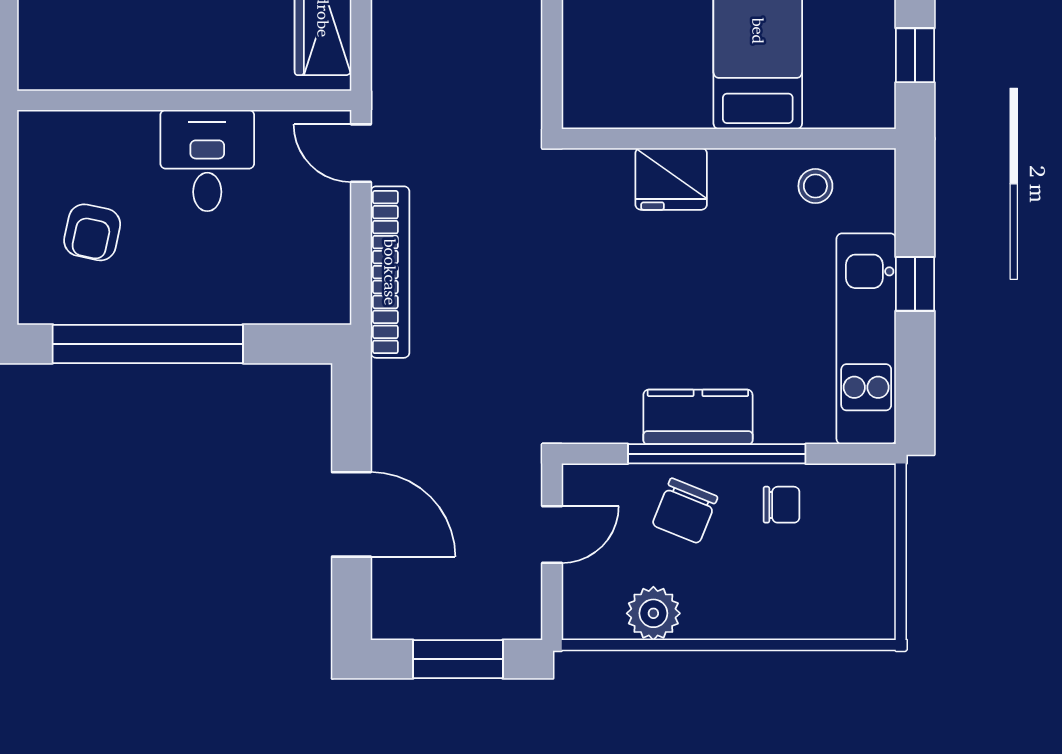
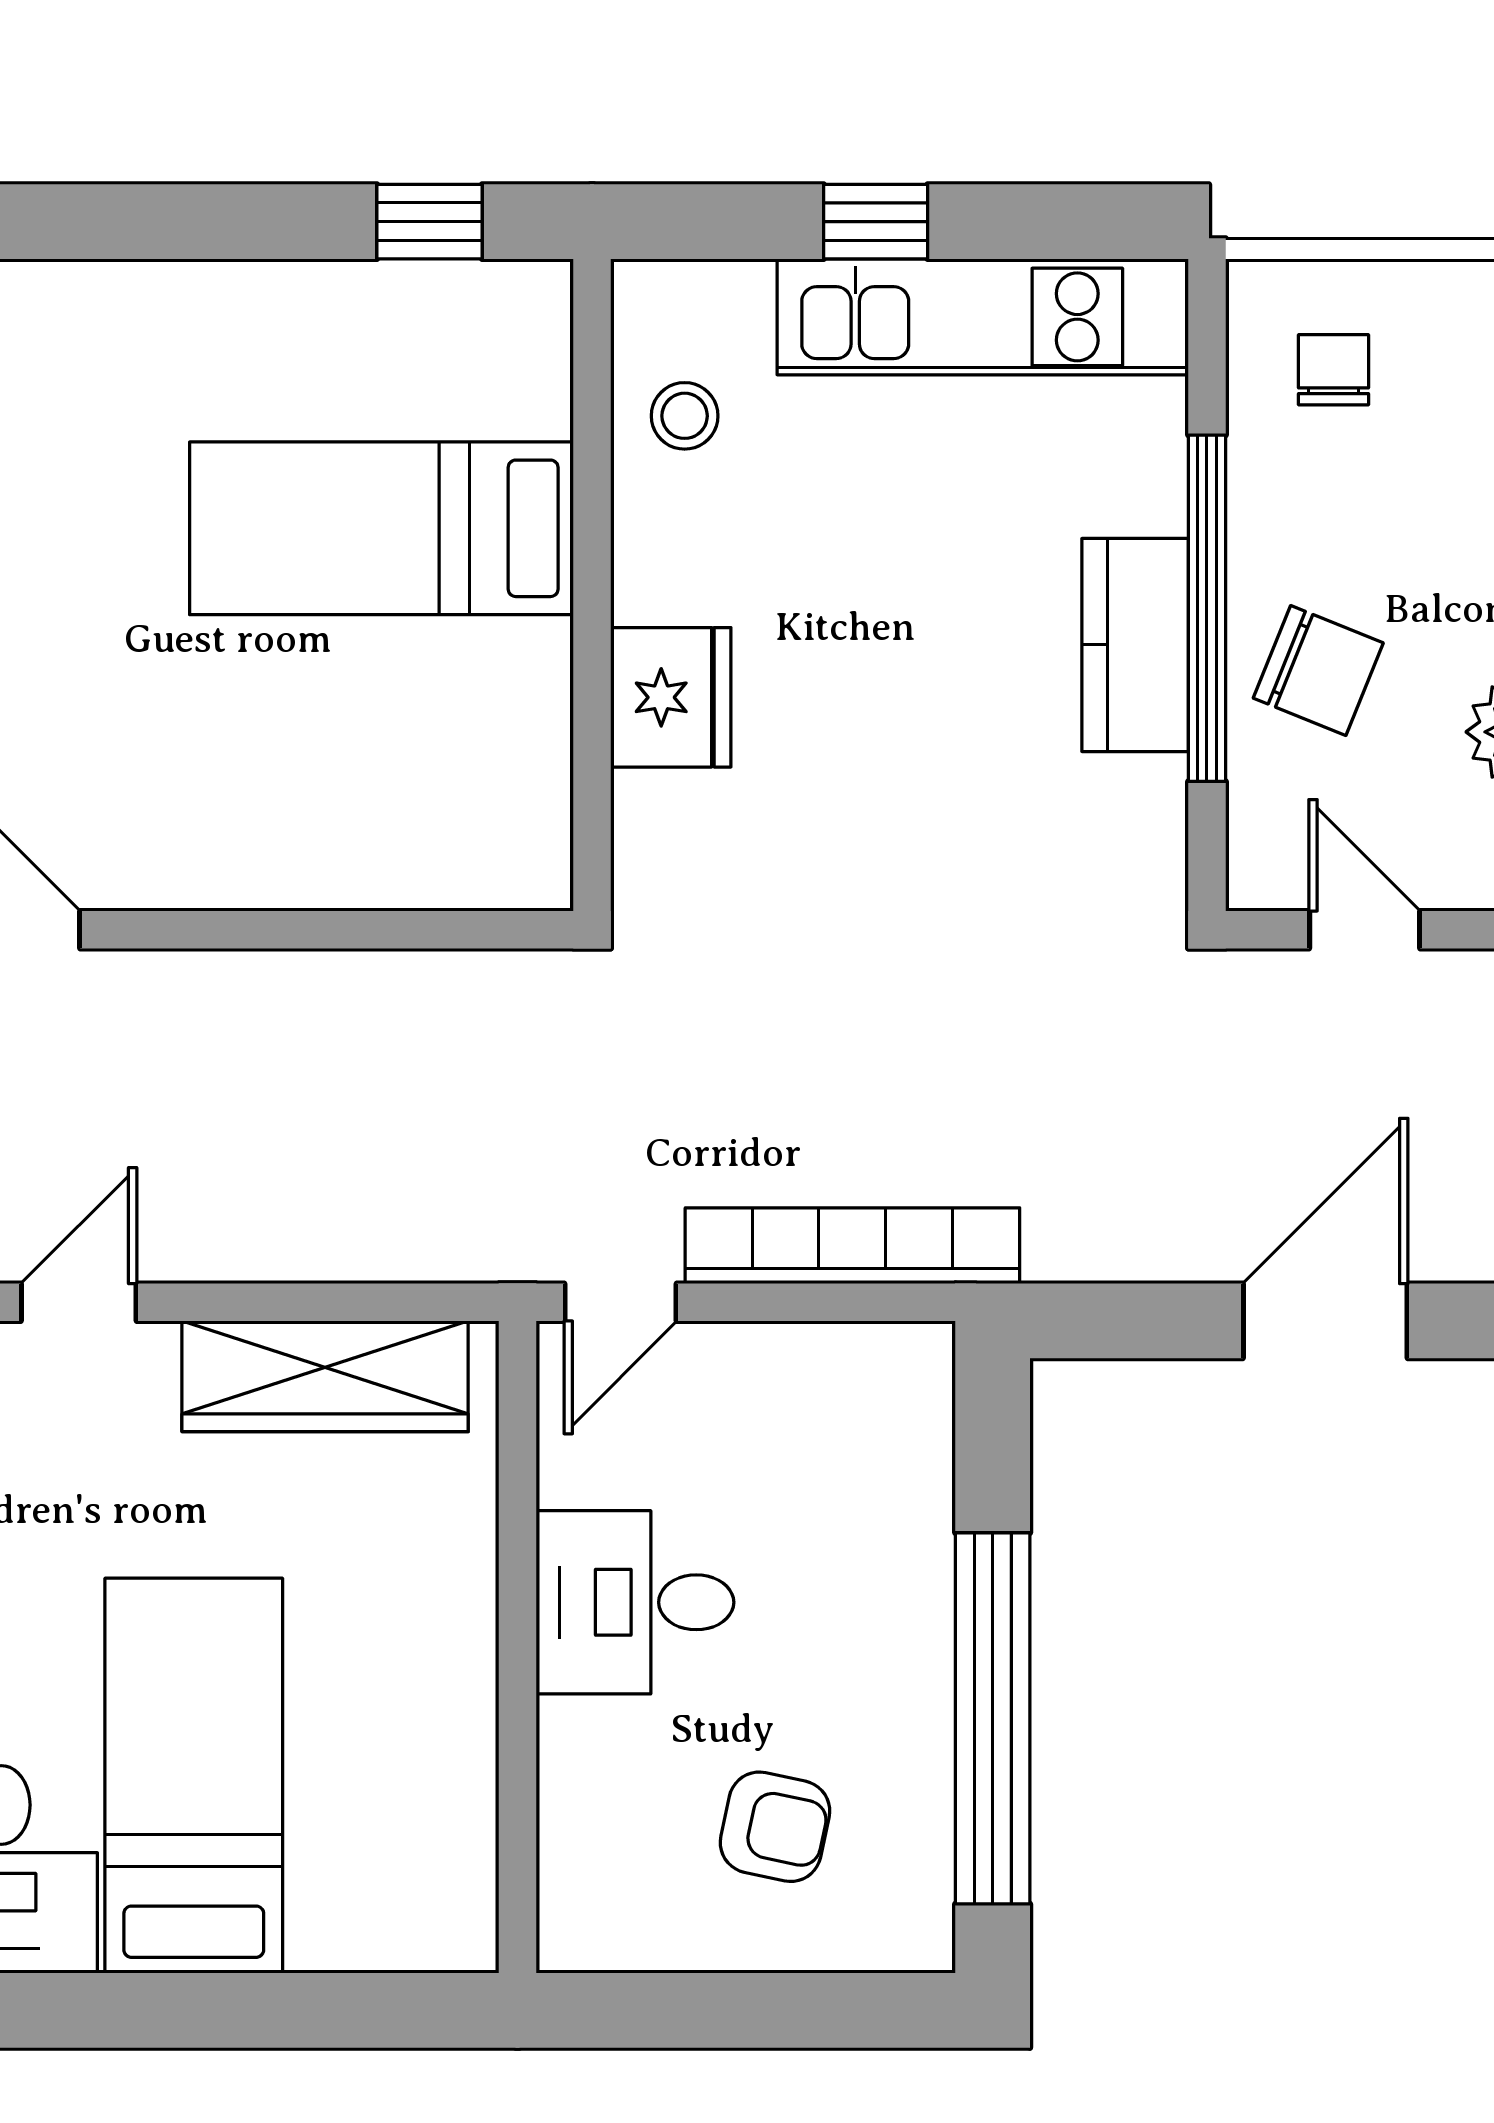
chair: (782, 505) -> (1334, 370), moved

